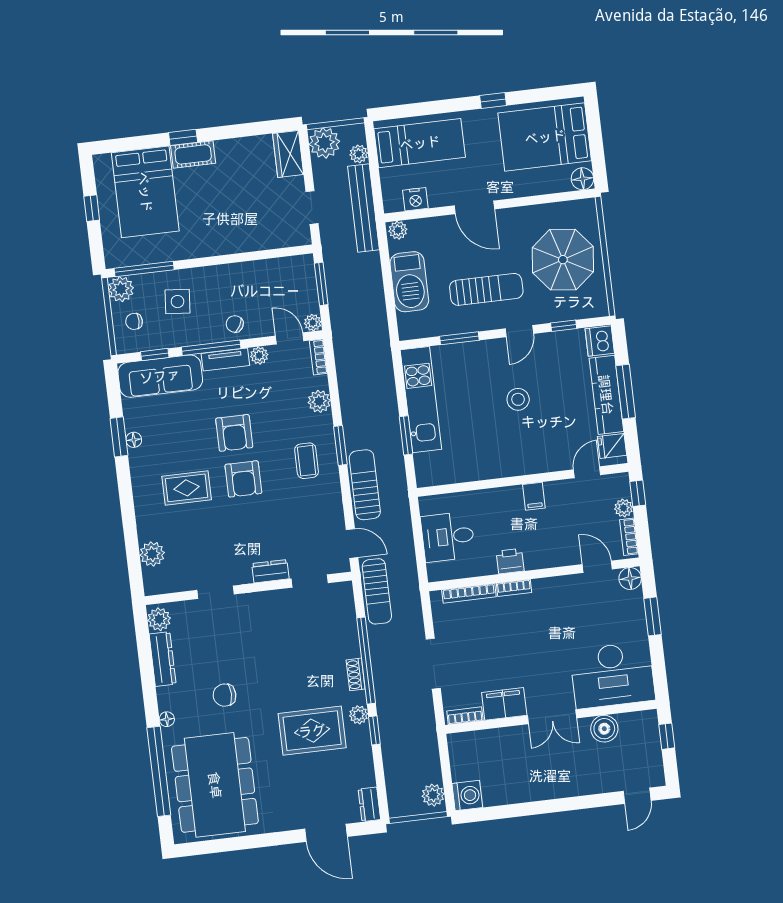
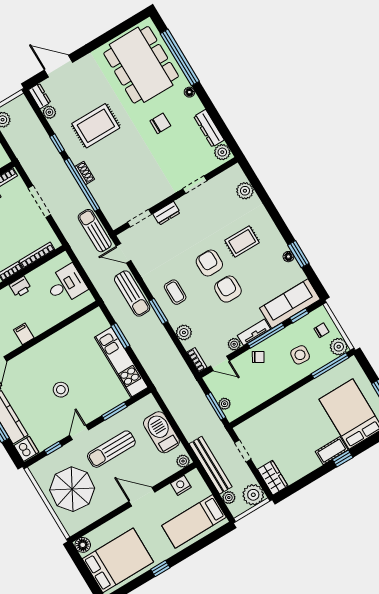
plant: (313, 323) -> (225, 404), moved
plant: (359, 715) -> (49, 112), moved

